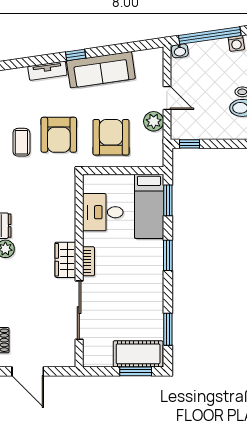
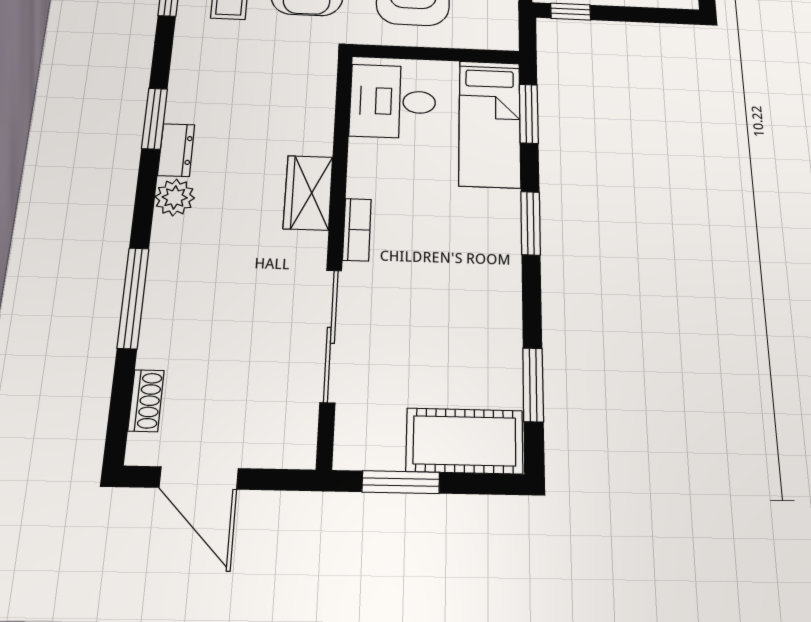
desk: (103, 212) -> (393, 101), moved
wardrobe: (65, 260) -> (308, 193), moved
window: (136, 371) -> (401, 482), moved

